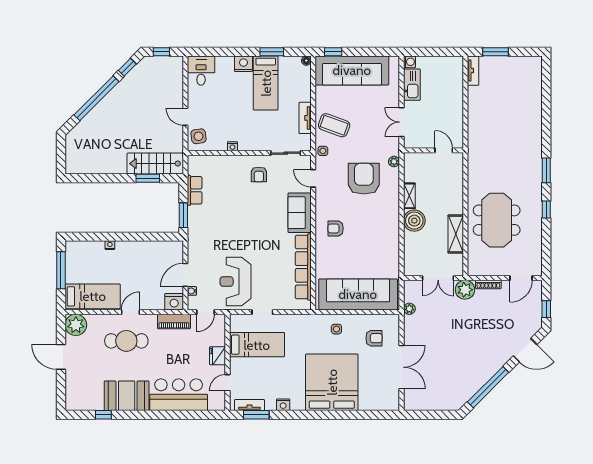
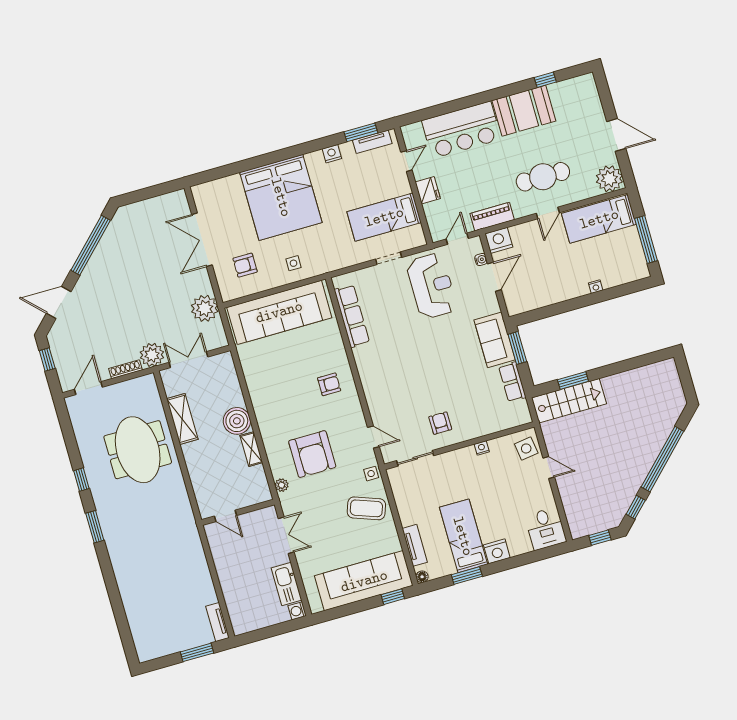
tv unit: (305, 118) -> (415, 545), moved
sofa: (300, 213) -> (495, 340), moved, turned 180
row of seats: (303, 267) -> (352, 316), width x0.73
plant: (409, 309) -> (205, 308), width x1.88, depth x1.88

